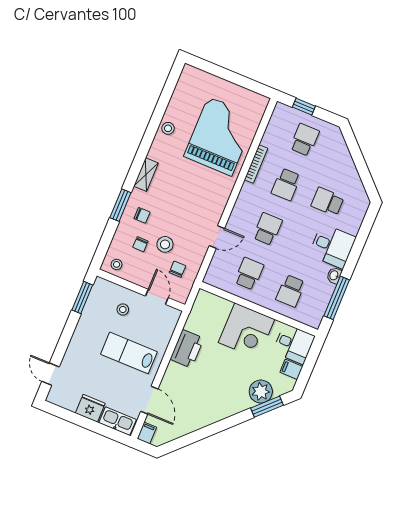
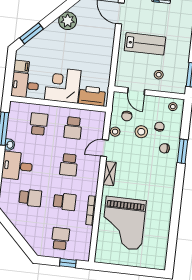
stool: (168, 128) -> (115, 132), moved
school desk: (304, 140) -> (60, 239), turned 180
shelving: (146, 175) -> (110, 173), moved
school desk: (286, 184) -> (65, 202), turned 90
printer: (187, 349) -> (92, 96), moved, turned 90
plant: (261, 392) -> (68, 21), moved

